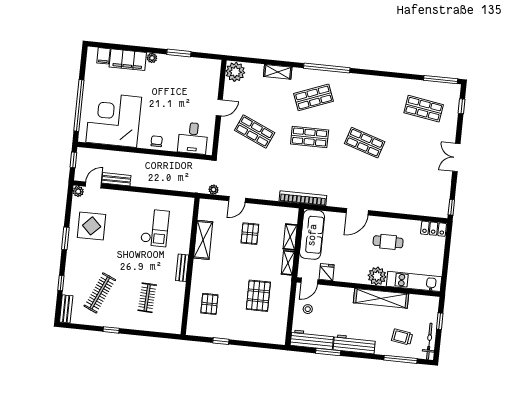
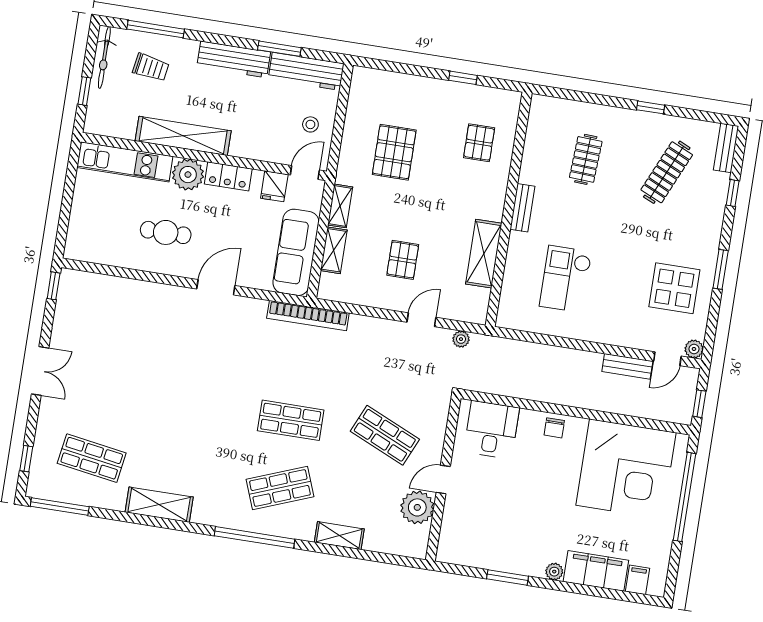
plant: (235, 72) -> (417, 507), moved
shelving: (383, 84) -> (159, 505), added
shop shelf: (365, 143) -> (197, 405), removed
locker: (433, 229) -> (228, 176), moved, turned 180

